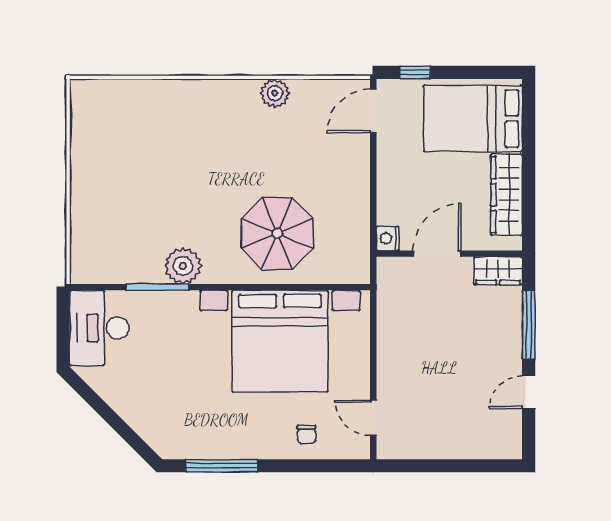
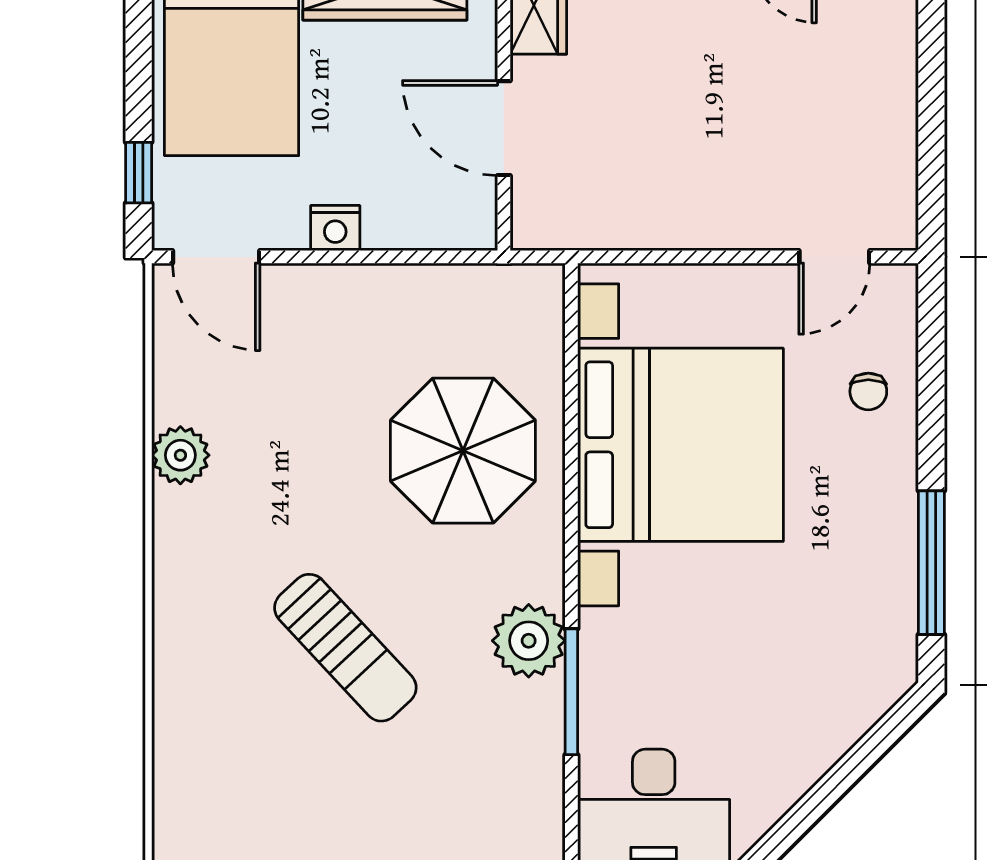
sun lounger: (179, 175) -> (345, 648), added
nightstand: (388, 238) -> (335, 228), moved
chair: (306, 434) -> (868, 391), turned 90

